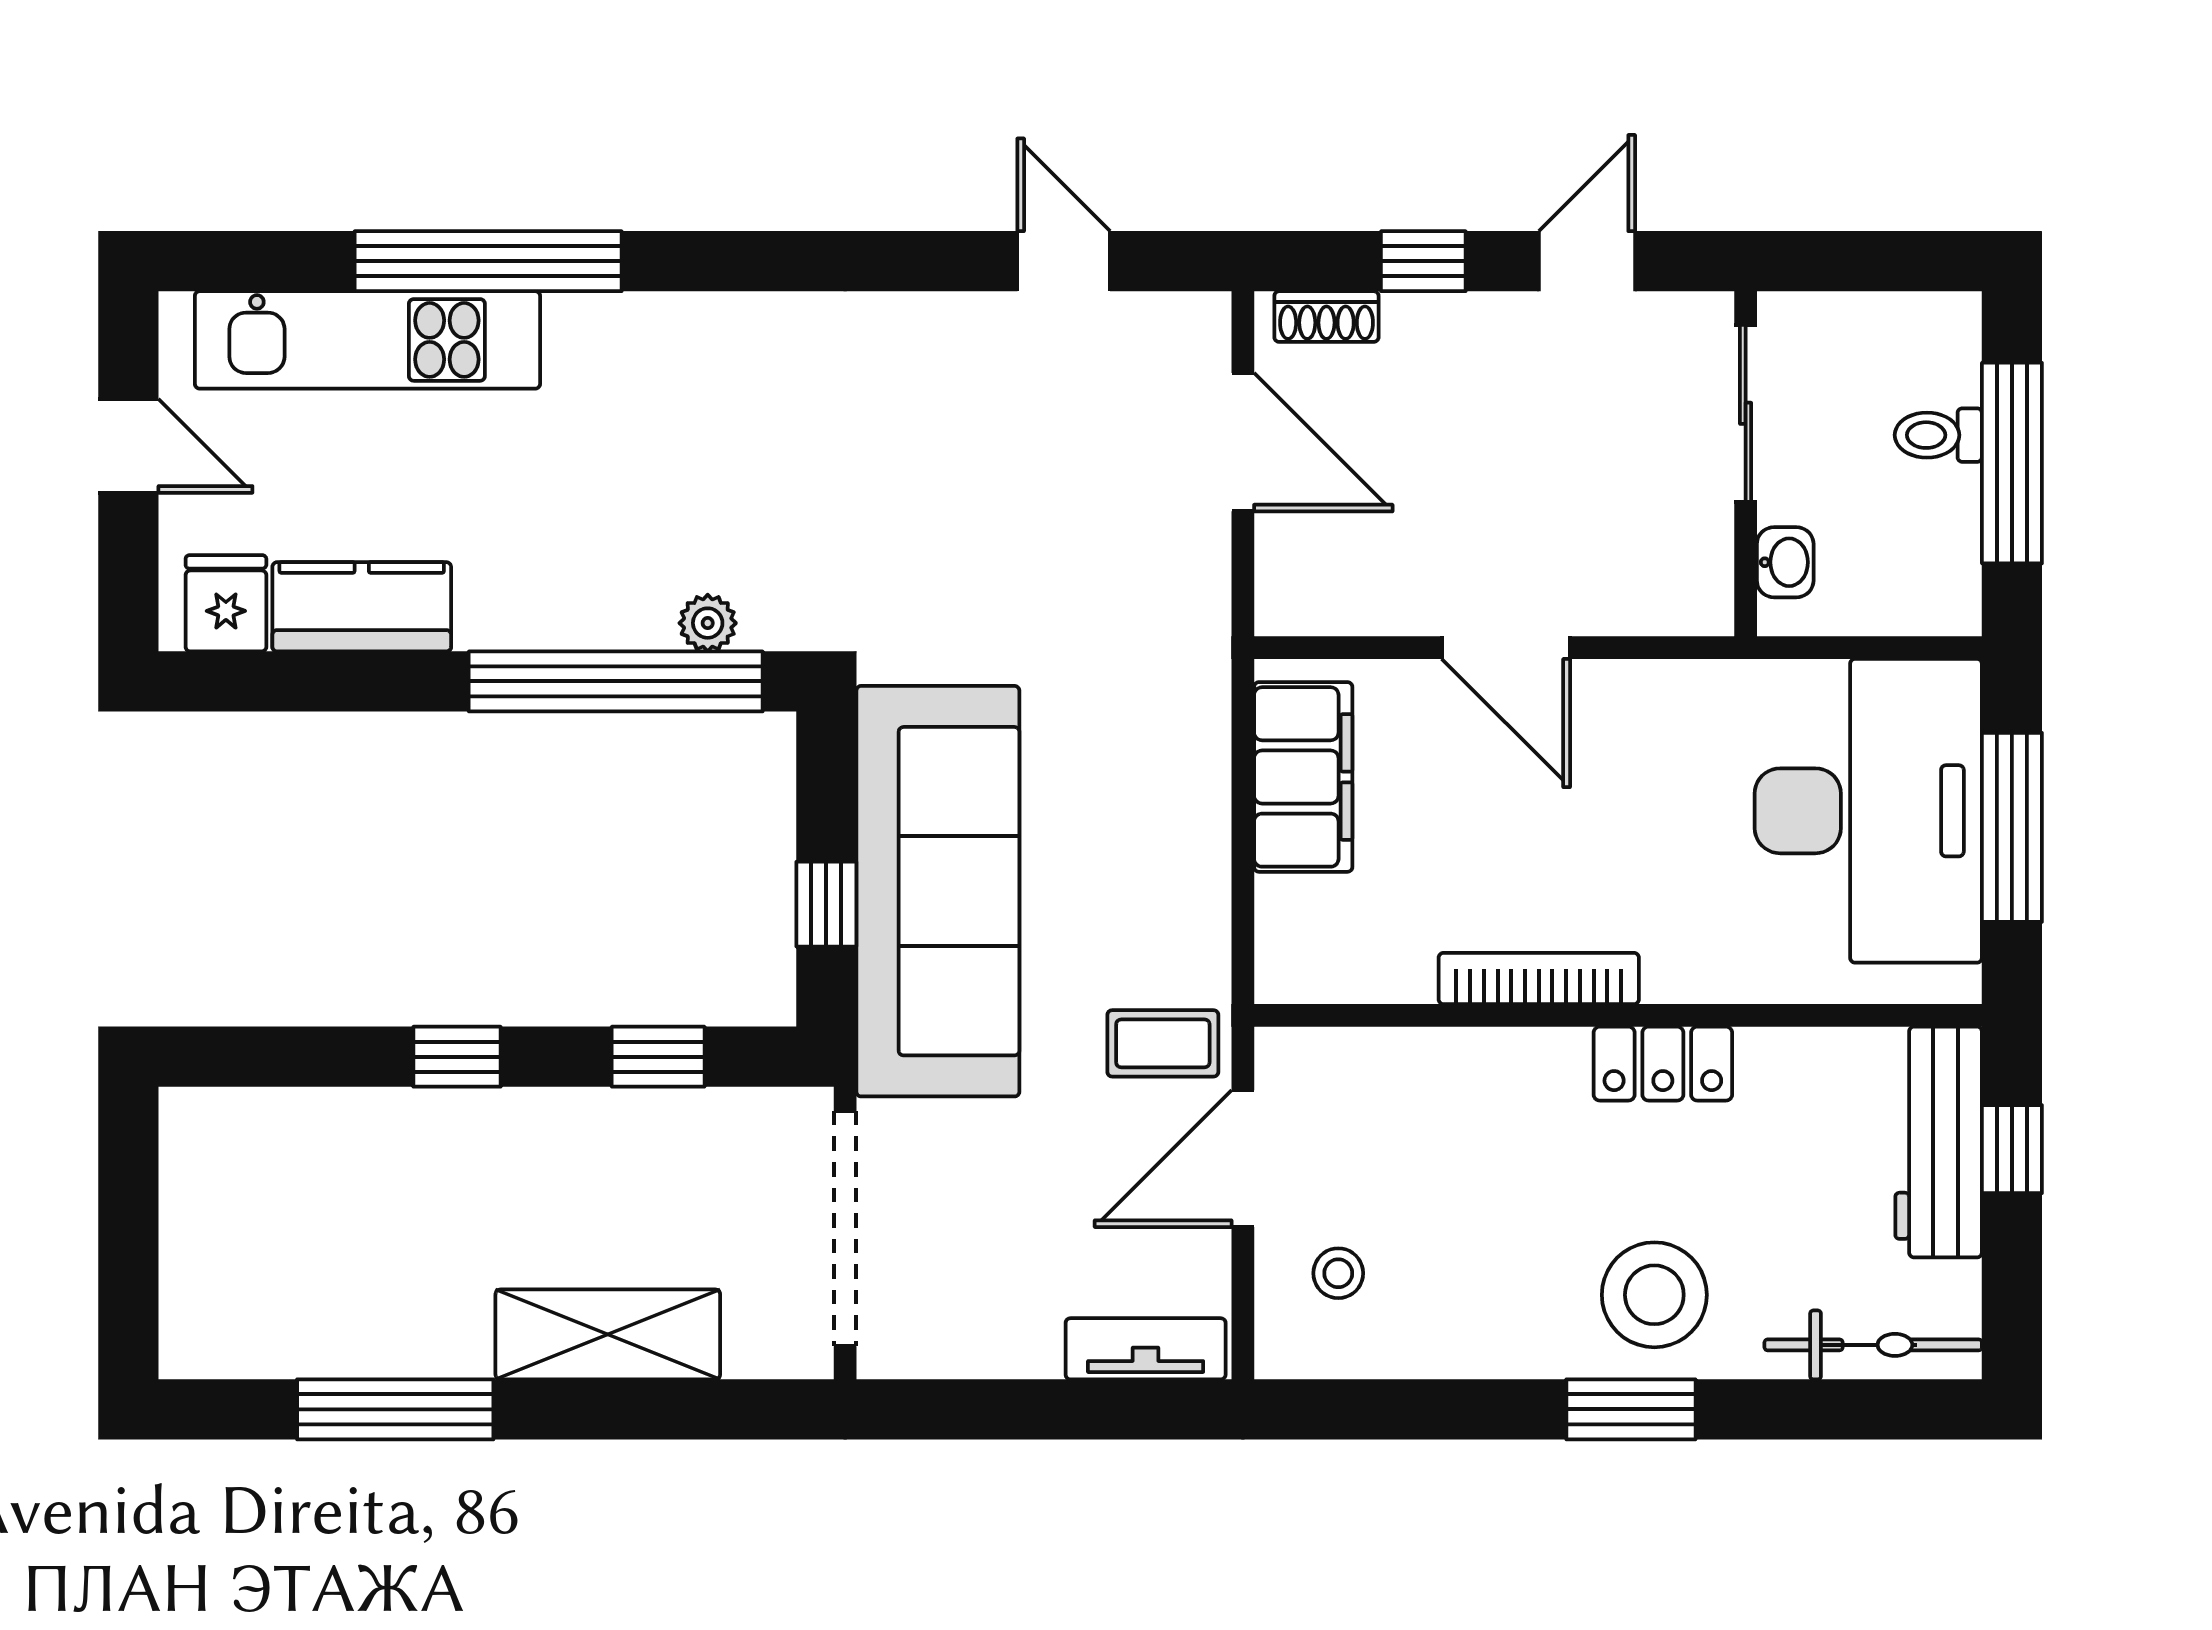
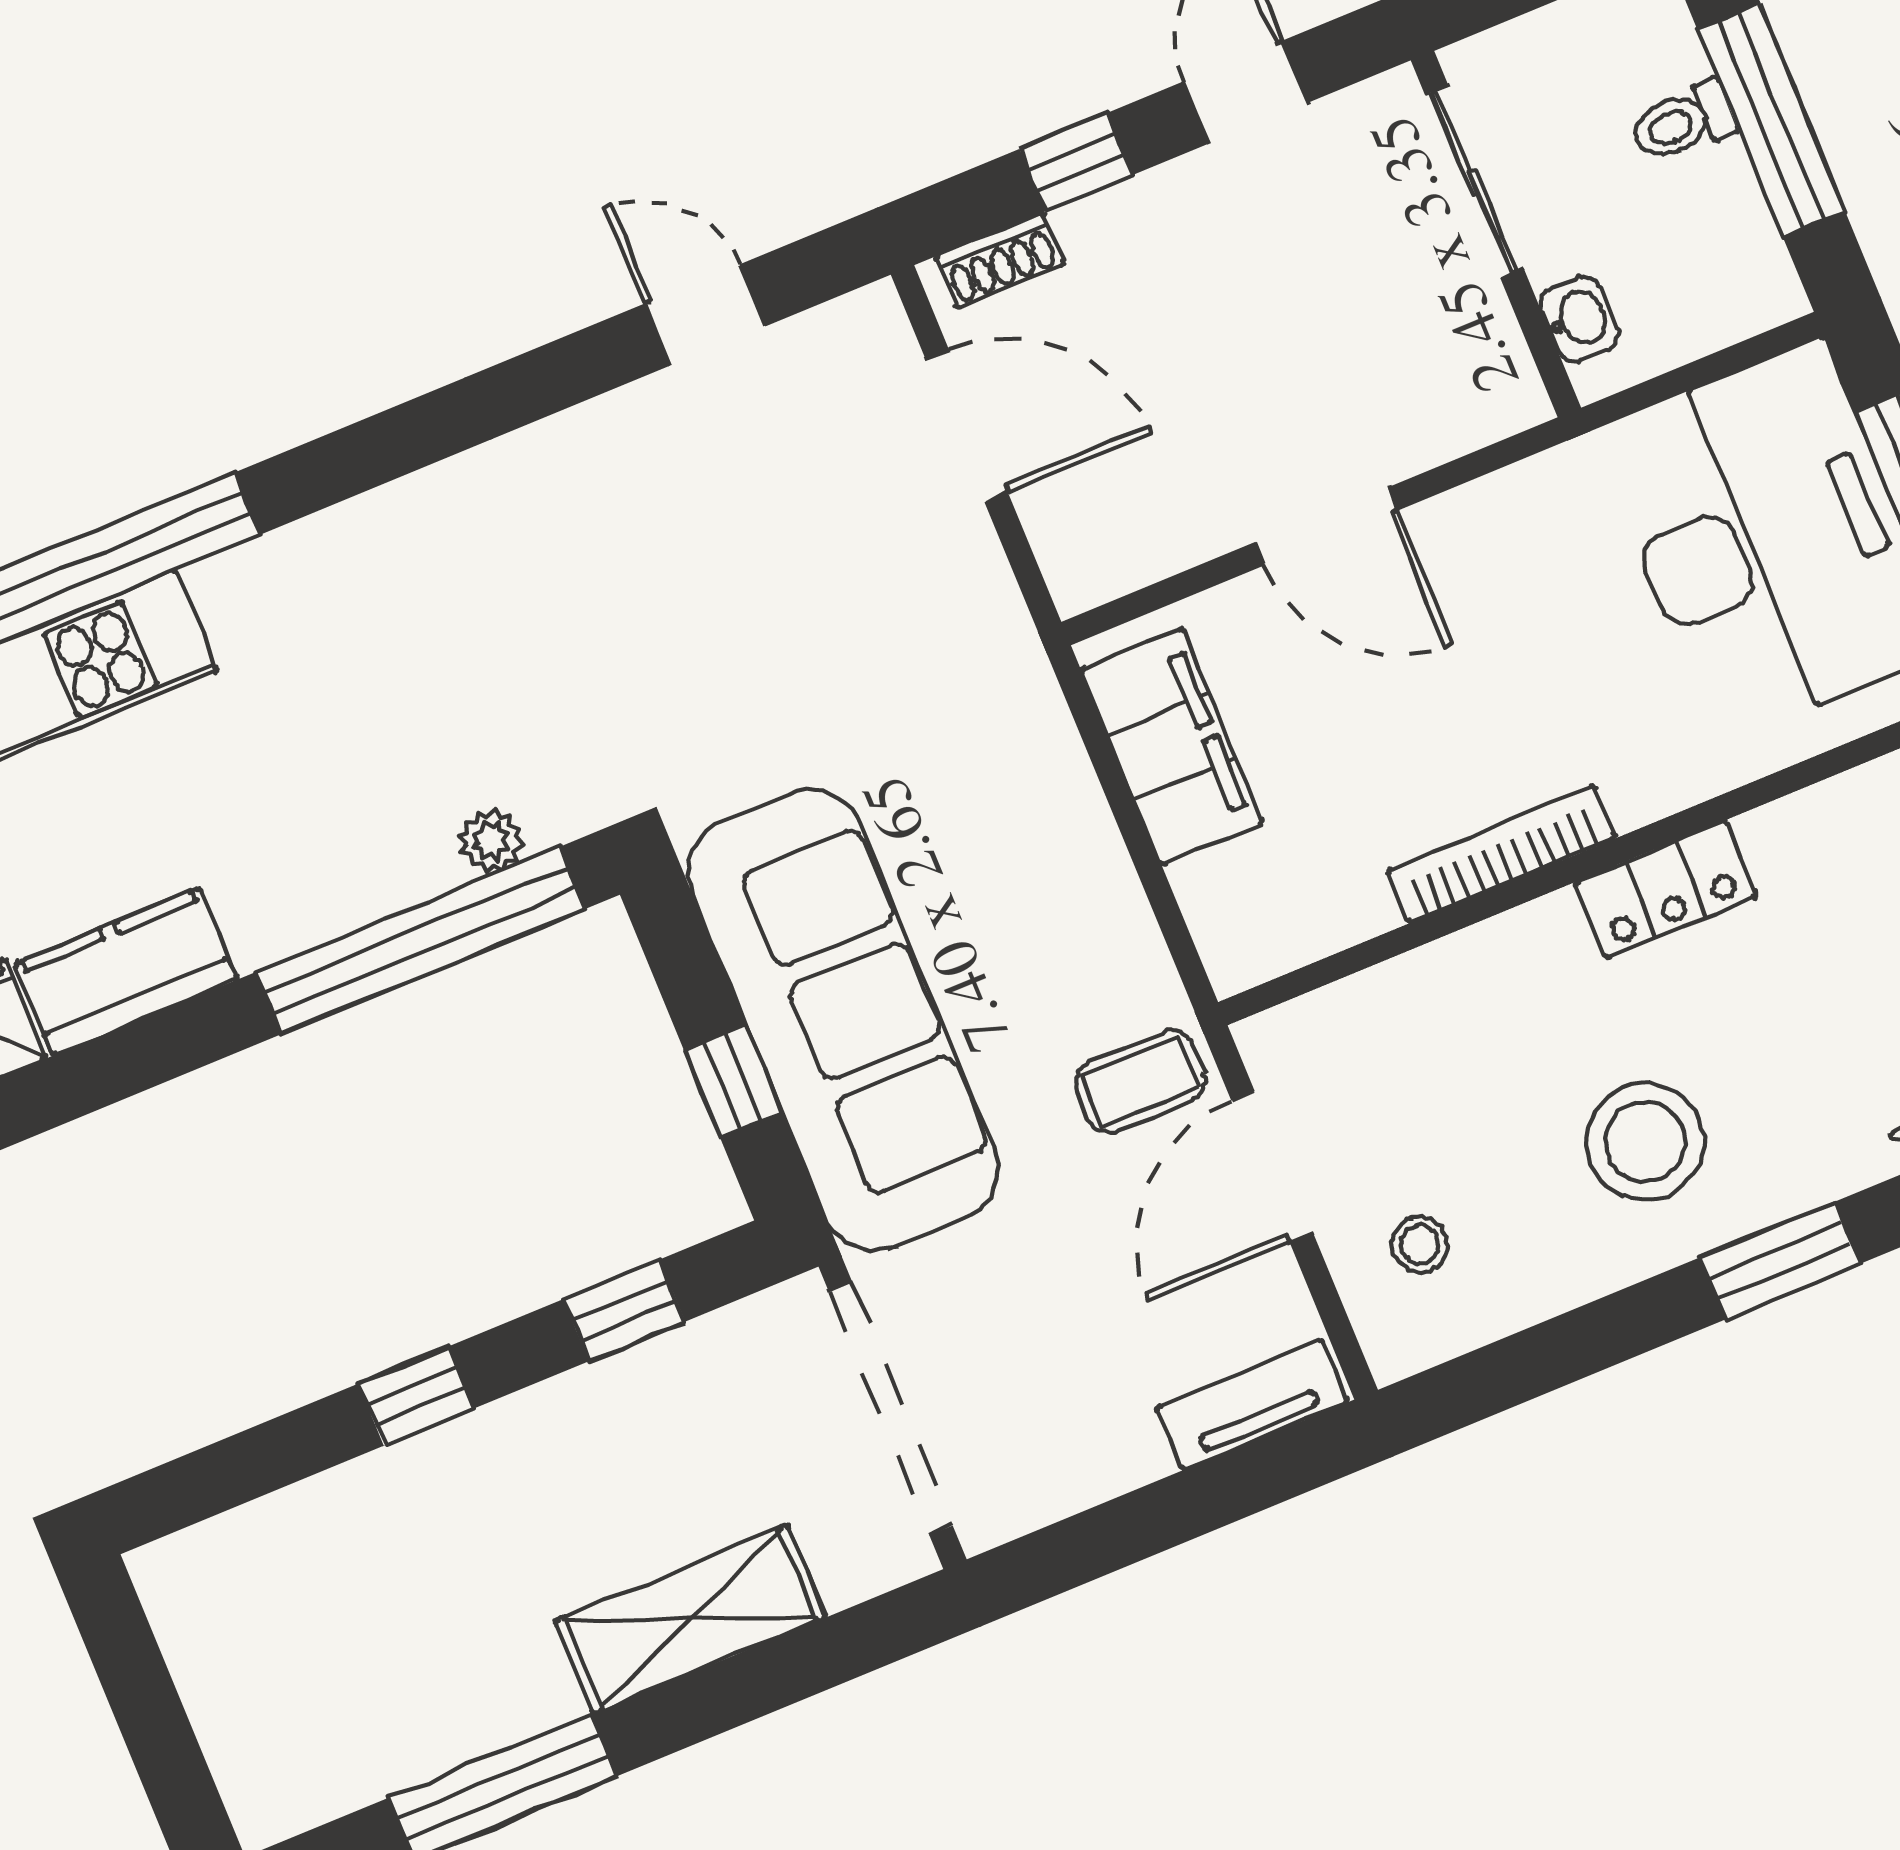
stool: (1654, 1295) -> (1645, 1141), moved

